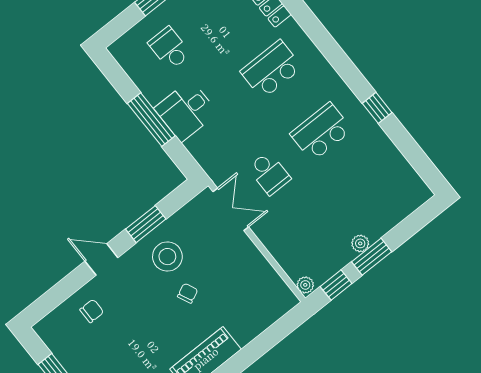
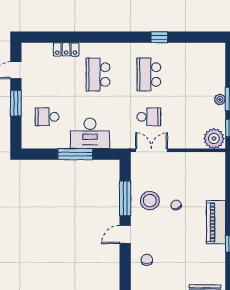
desk: (186, 111) -> (90, 133), width x1.37
window: (146, 224) -> (125, 198), width x1.44
plant: (305, 285) -> (214, 139), width x1.87, depth x1.87

